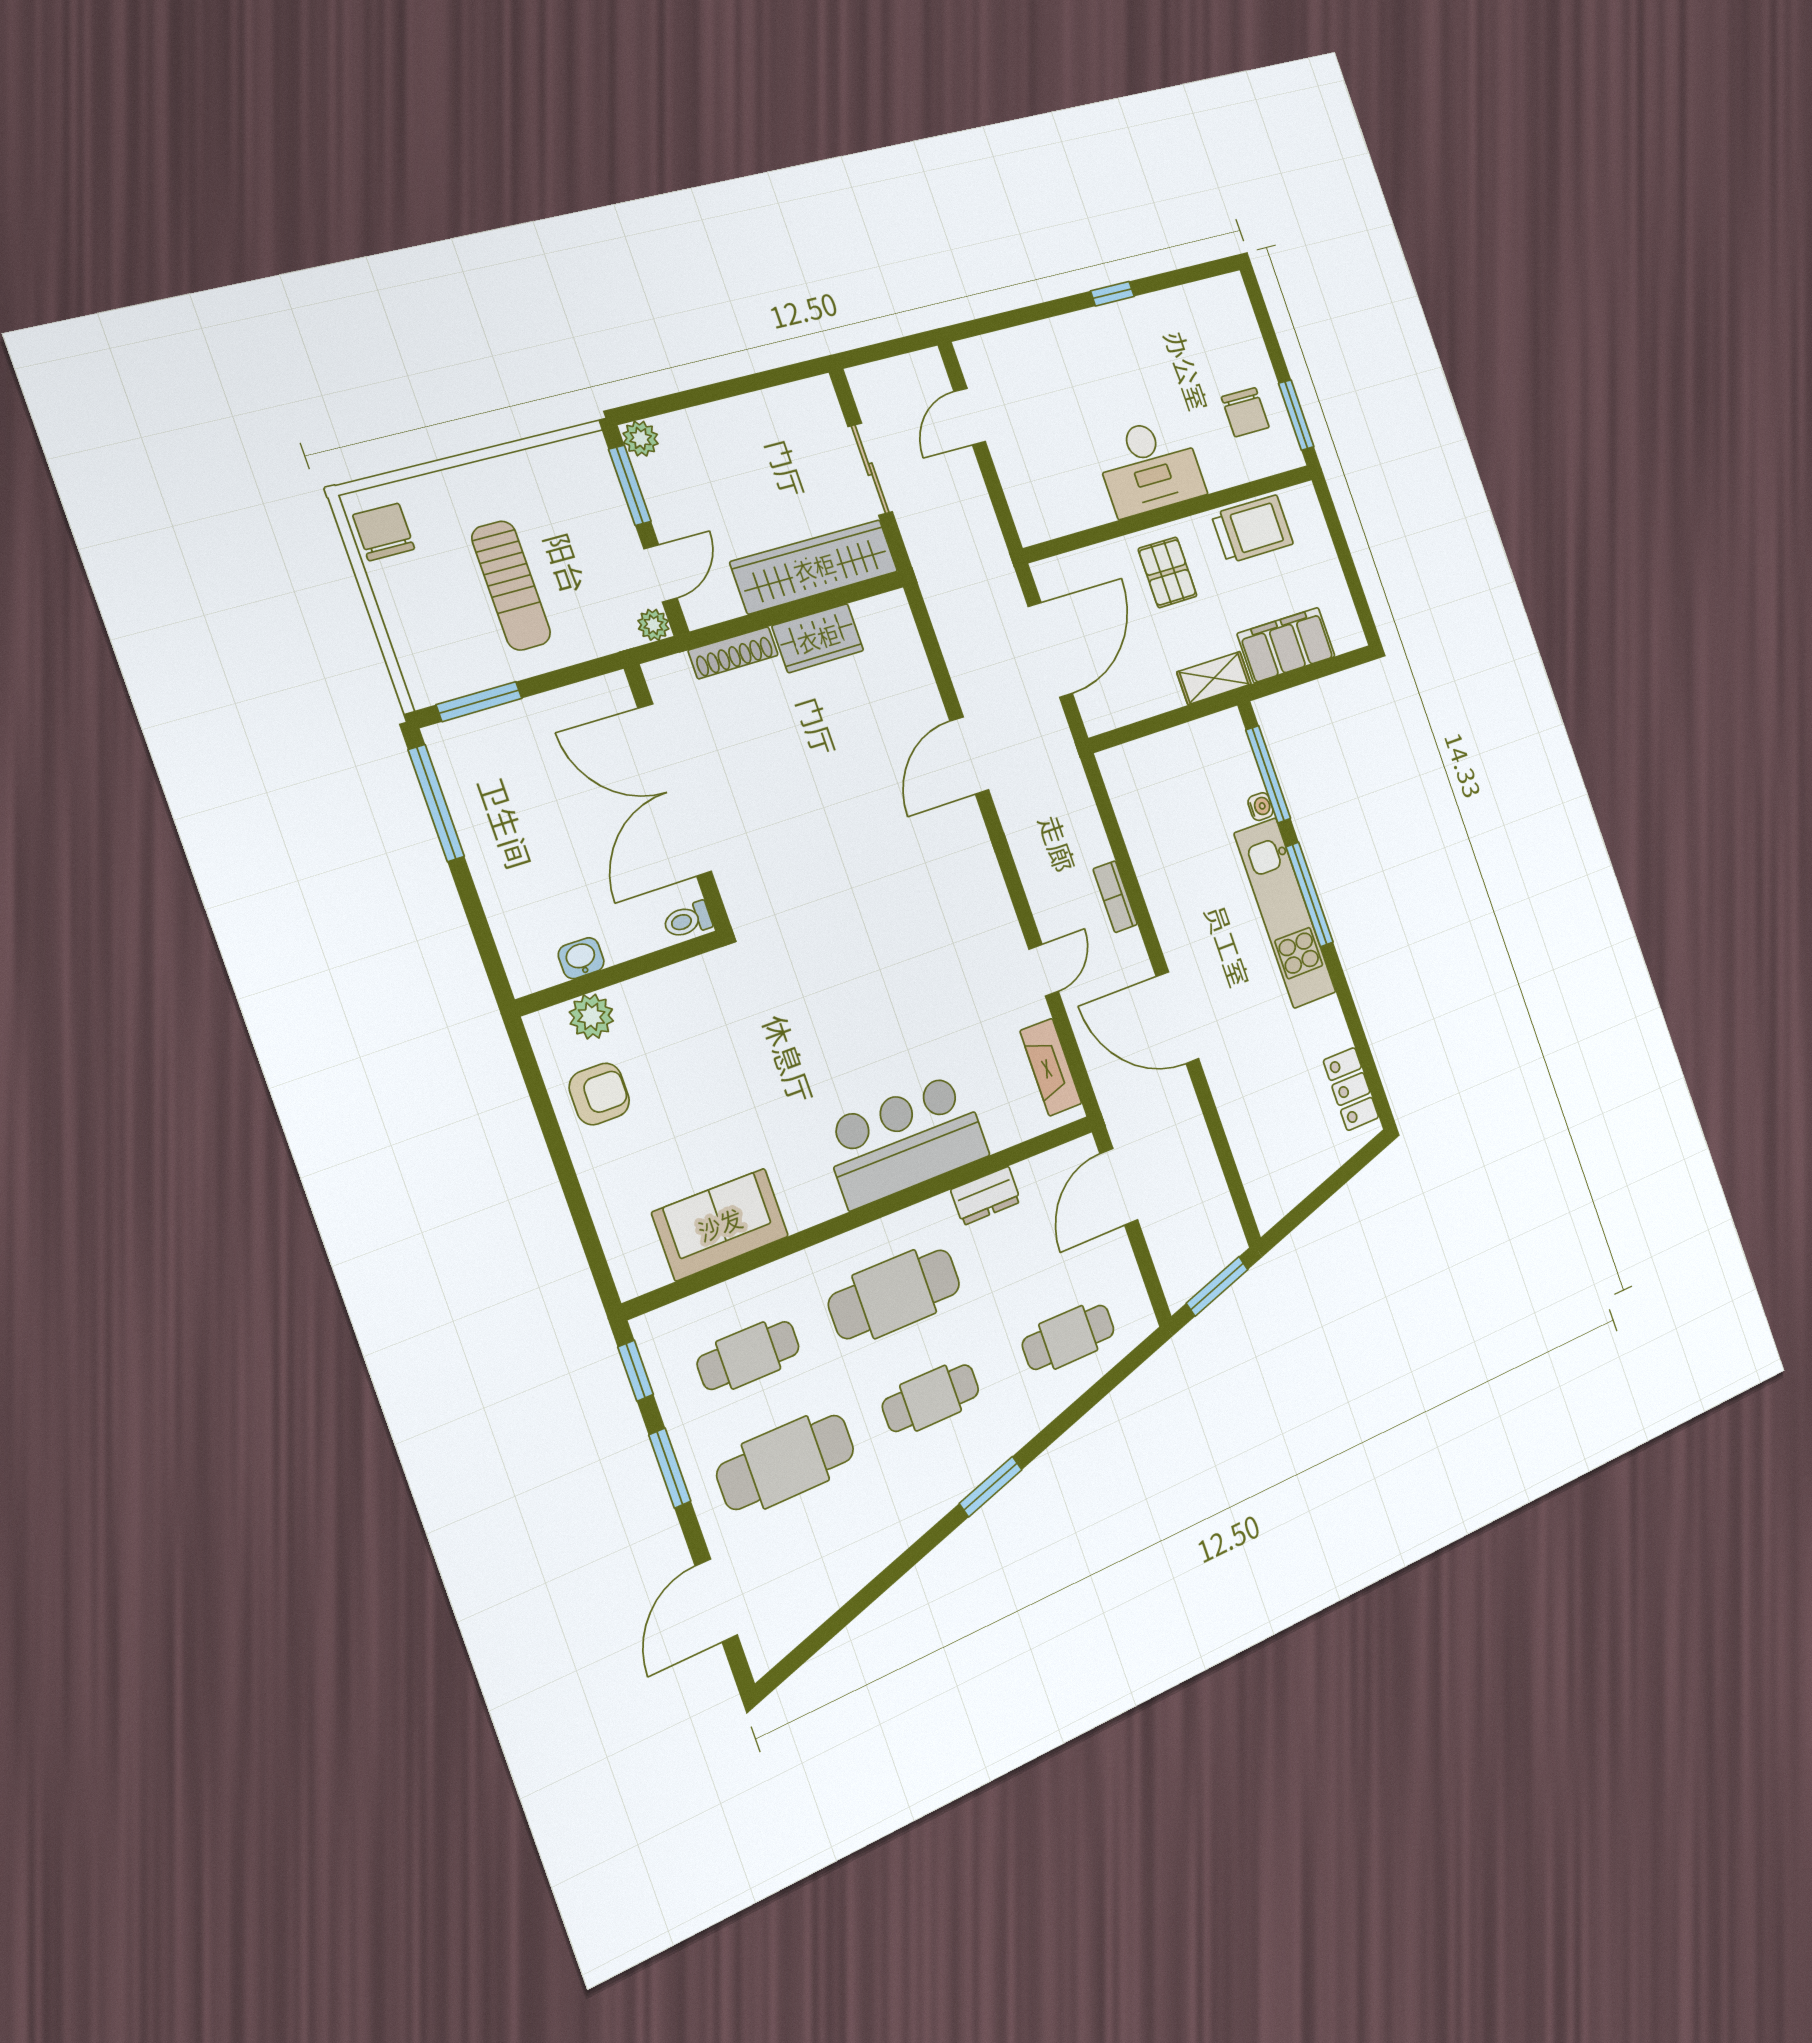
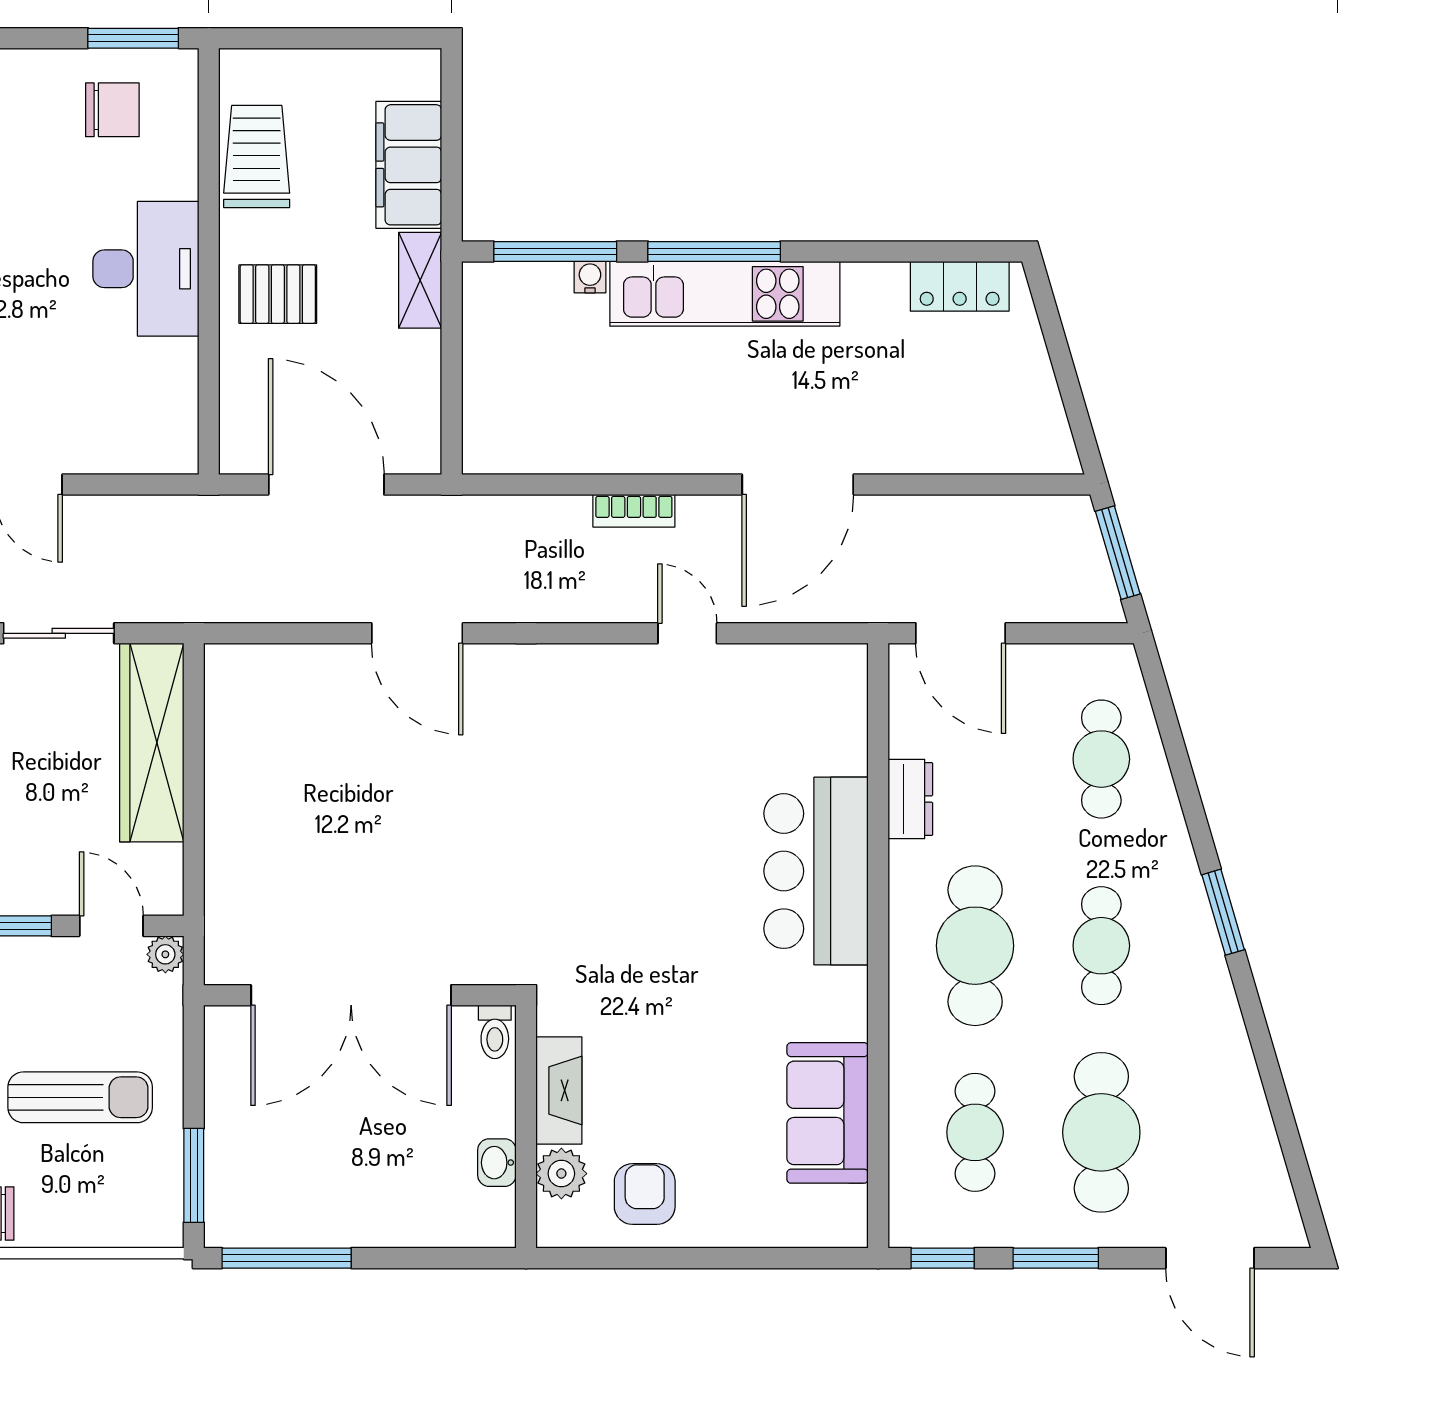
wardrobe: (818, 638) -> (233, 768), removed
shoe rack: (733, 653) -> (221, 874), removed
fireplace: (1051, 1067) -> (559, 1090), moved, turned -90

